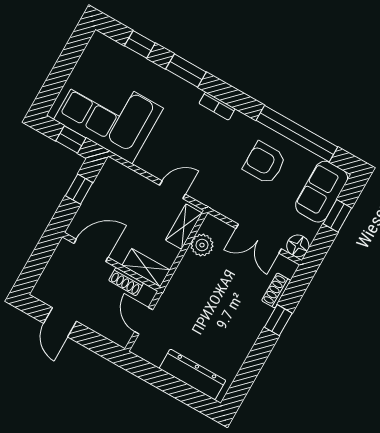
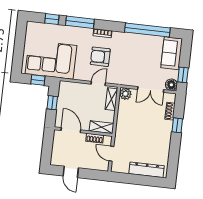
window: (186, 71) -> (80, 22), width x1.44
armchair: (265, 163) -> (100, 57), moved
window: (337, 216) -> (183, 75), moved
plant: (202, 245) -> (125, 94), moved
door: (91, 250) -> (71, 130), hinge flipped

